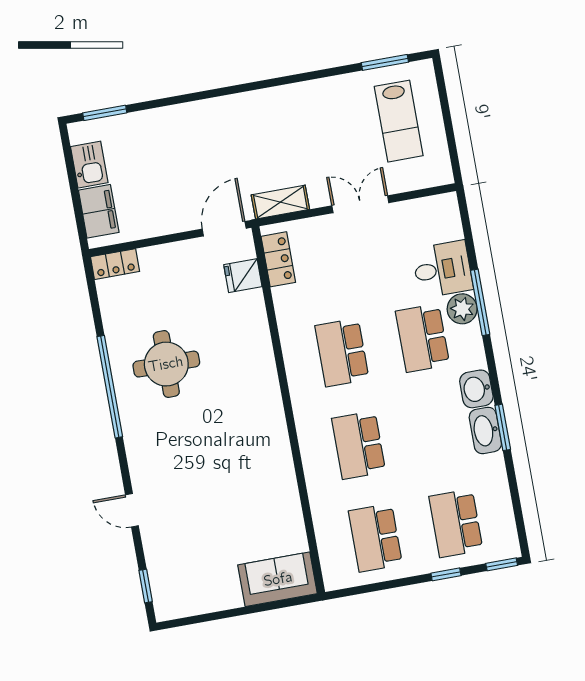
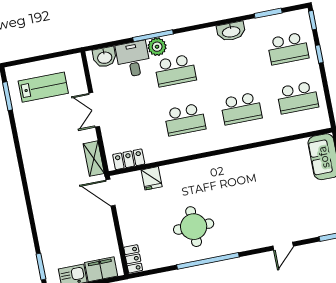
fridge: (243, 276) -> (152, 178), moved
washbasin: (476, 389) -> (105, 57), moved
window: (503, 427) -> (268, 13), moved

